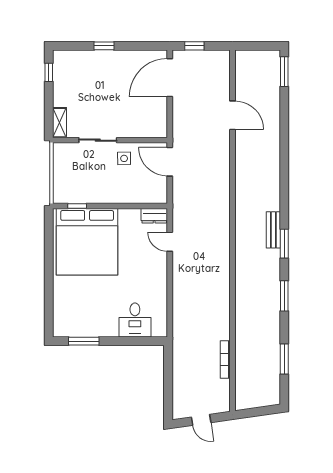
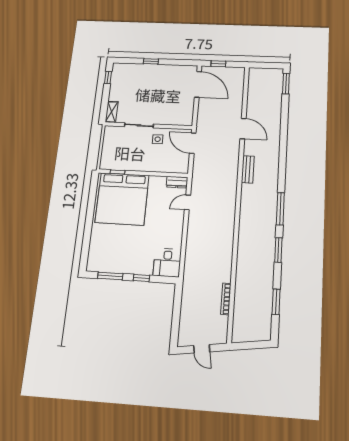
door: (170, 78) -> (198, 84), swing flipped
door: (232, 115) -> (243, 129), moved
bench: (273, 230) -> (248, 169), moved
door: (170, 242) -> (188, 202), hinge flipped
window: (284, 244) -> (280, 209), width x1.44
desk: (135, 320) -> (167, 263), moved
window: (122, 341) -> (141, 278), added

